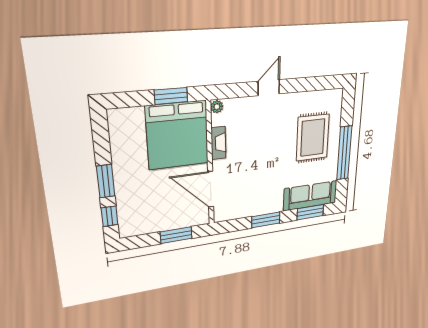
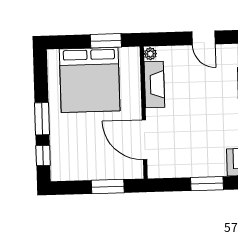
door: (269, 88) -> (203, 38), swing flipped
bed: (178, 135) -> (90, 80), moved
fireplace: (218, 143) -> (154, 84), width x1.37, depth x1.32

